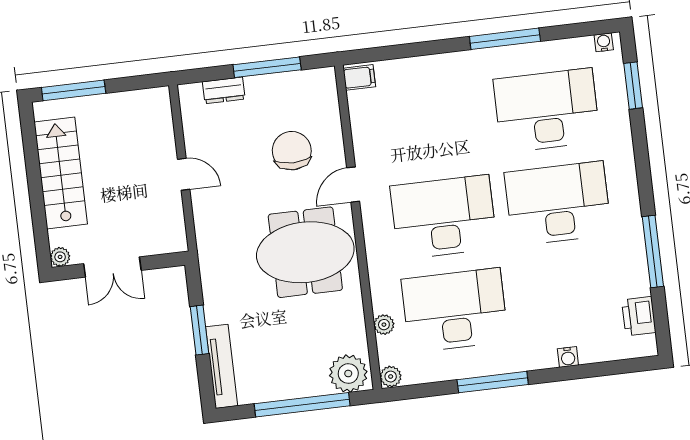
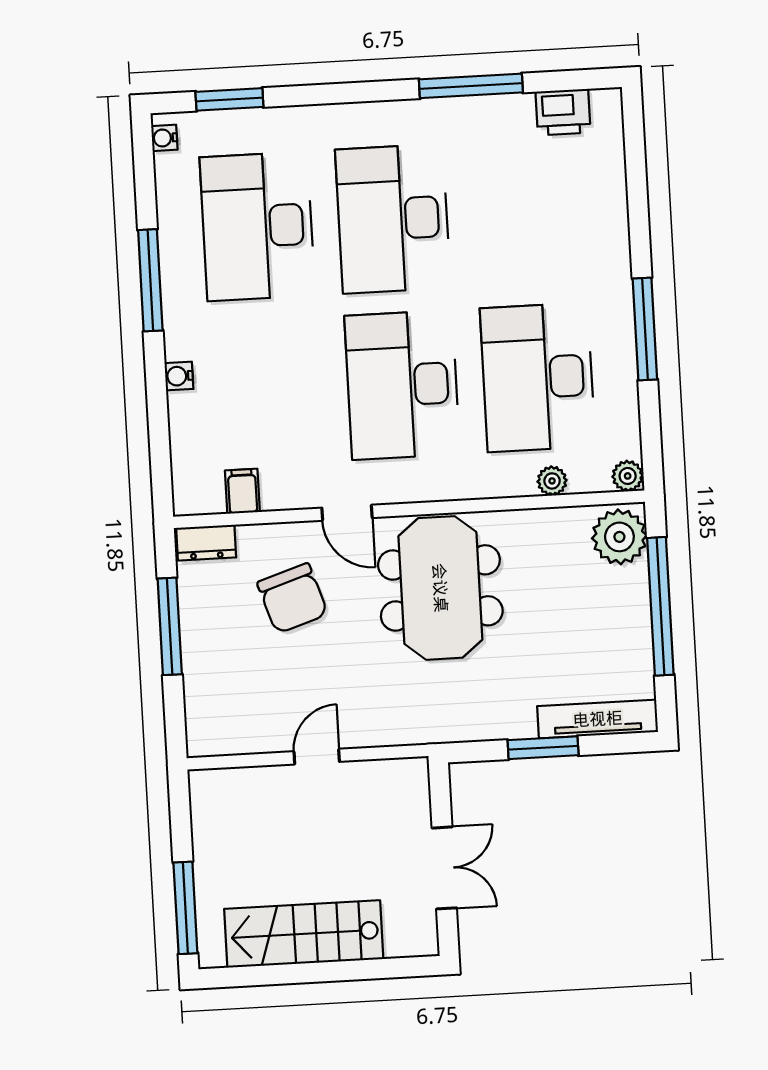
filing cabinet: (359, 77) -> (242, 491), moved
dresser: (224, 90) -> (206, 543), moved, turned 90
chair: (292, 151) -> (292, 598), turned -108
plant: (60, 257) -> (425, 943), removed
water cooler: (568, 357) -> (179, 376), moved, turned 180

